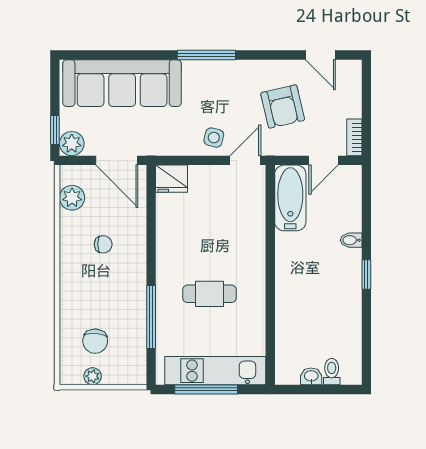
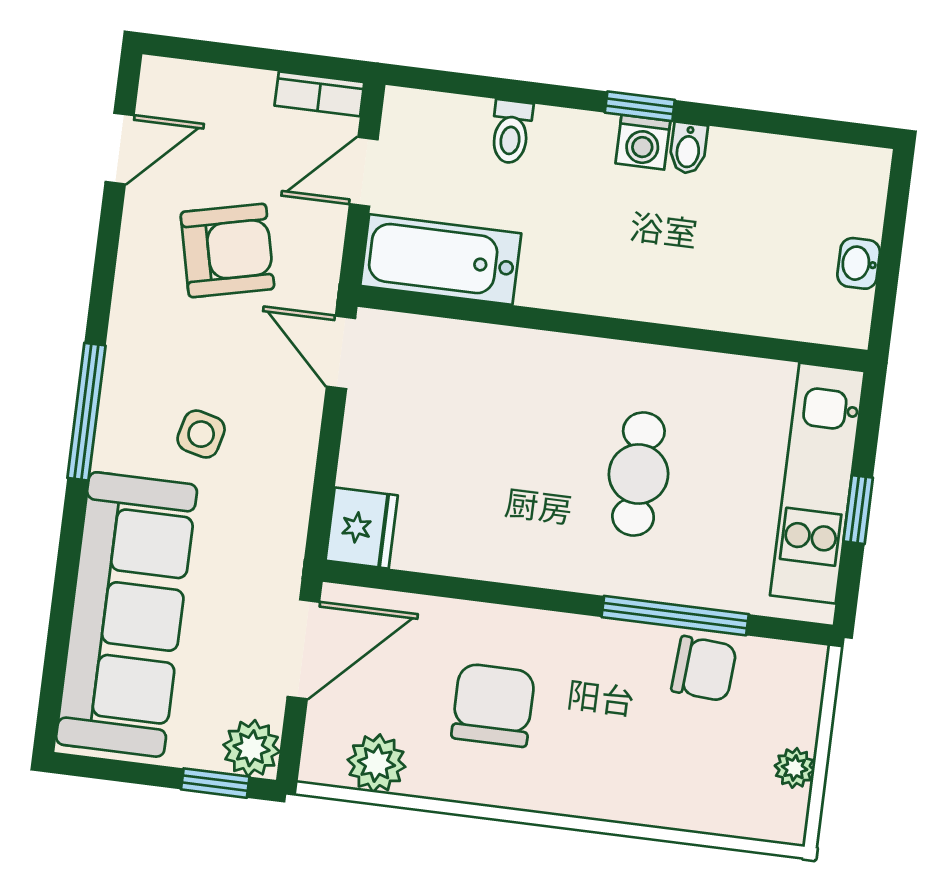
side table: (214, 138) -> (201, 434), moved
door: (324, 160) -> (364, 172), swing flipped
bidet: (351, 240) -> (688, 148), moved
chair: (103, 244) -> (493, 705), width x1.87, depth x1.87
washing machine: (351, 278) -> (643, 142), added
chair: (95, 341) -> (704, 669), moved
toilet: (332, 372) -> (511, 132), moved, turned -90
window: (206, 389) -> (858, 510), width x0.46

